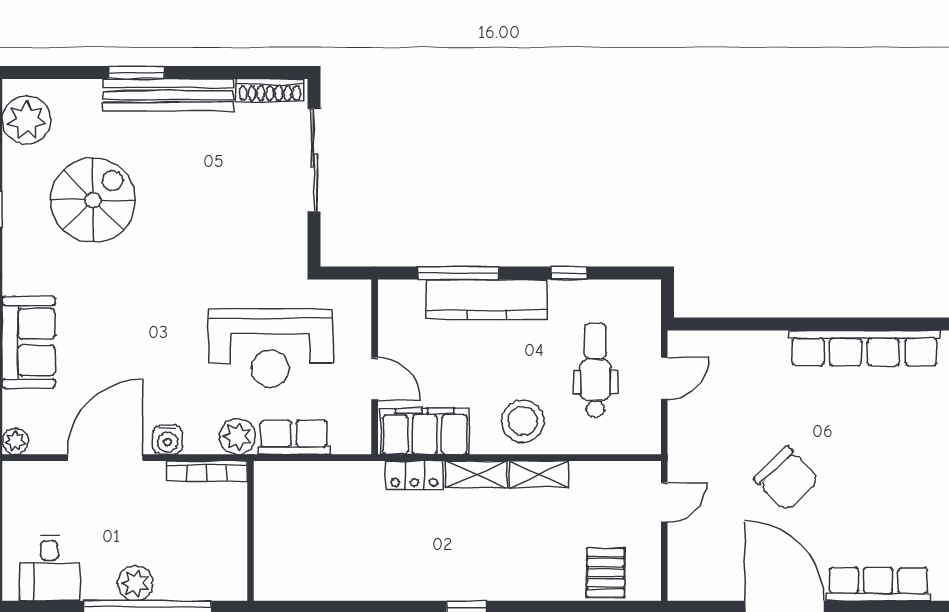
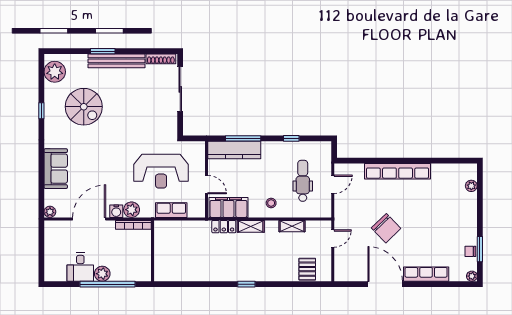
spiral stairs: (93, 200) -> (84, 107), turned 90
kitchen counter: (486, 299) -> (234, 150), moved
row of seats: (865, 348) -> (398, 171), moved
stool: (523, 421) -> (271, 203), width x0.53, depth x0.53
plant: (237, 436) -> (132, 210), moved
shelving: (539, 474) -> (292, 226), moved
desk: (49, 568) -> (80, 267), moved

